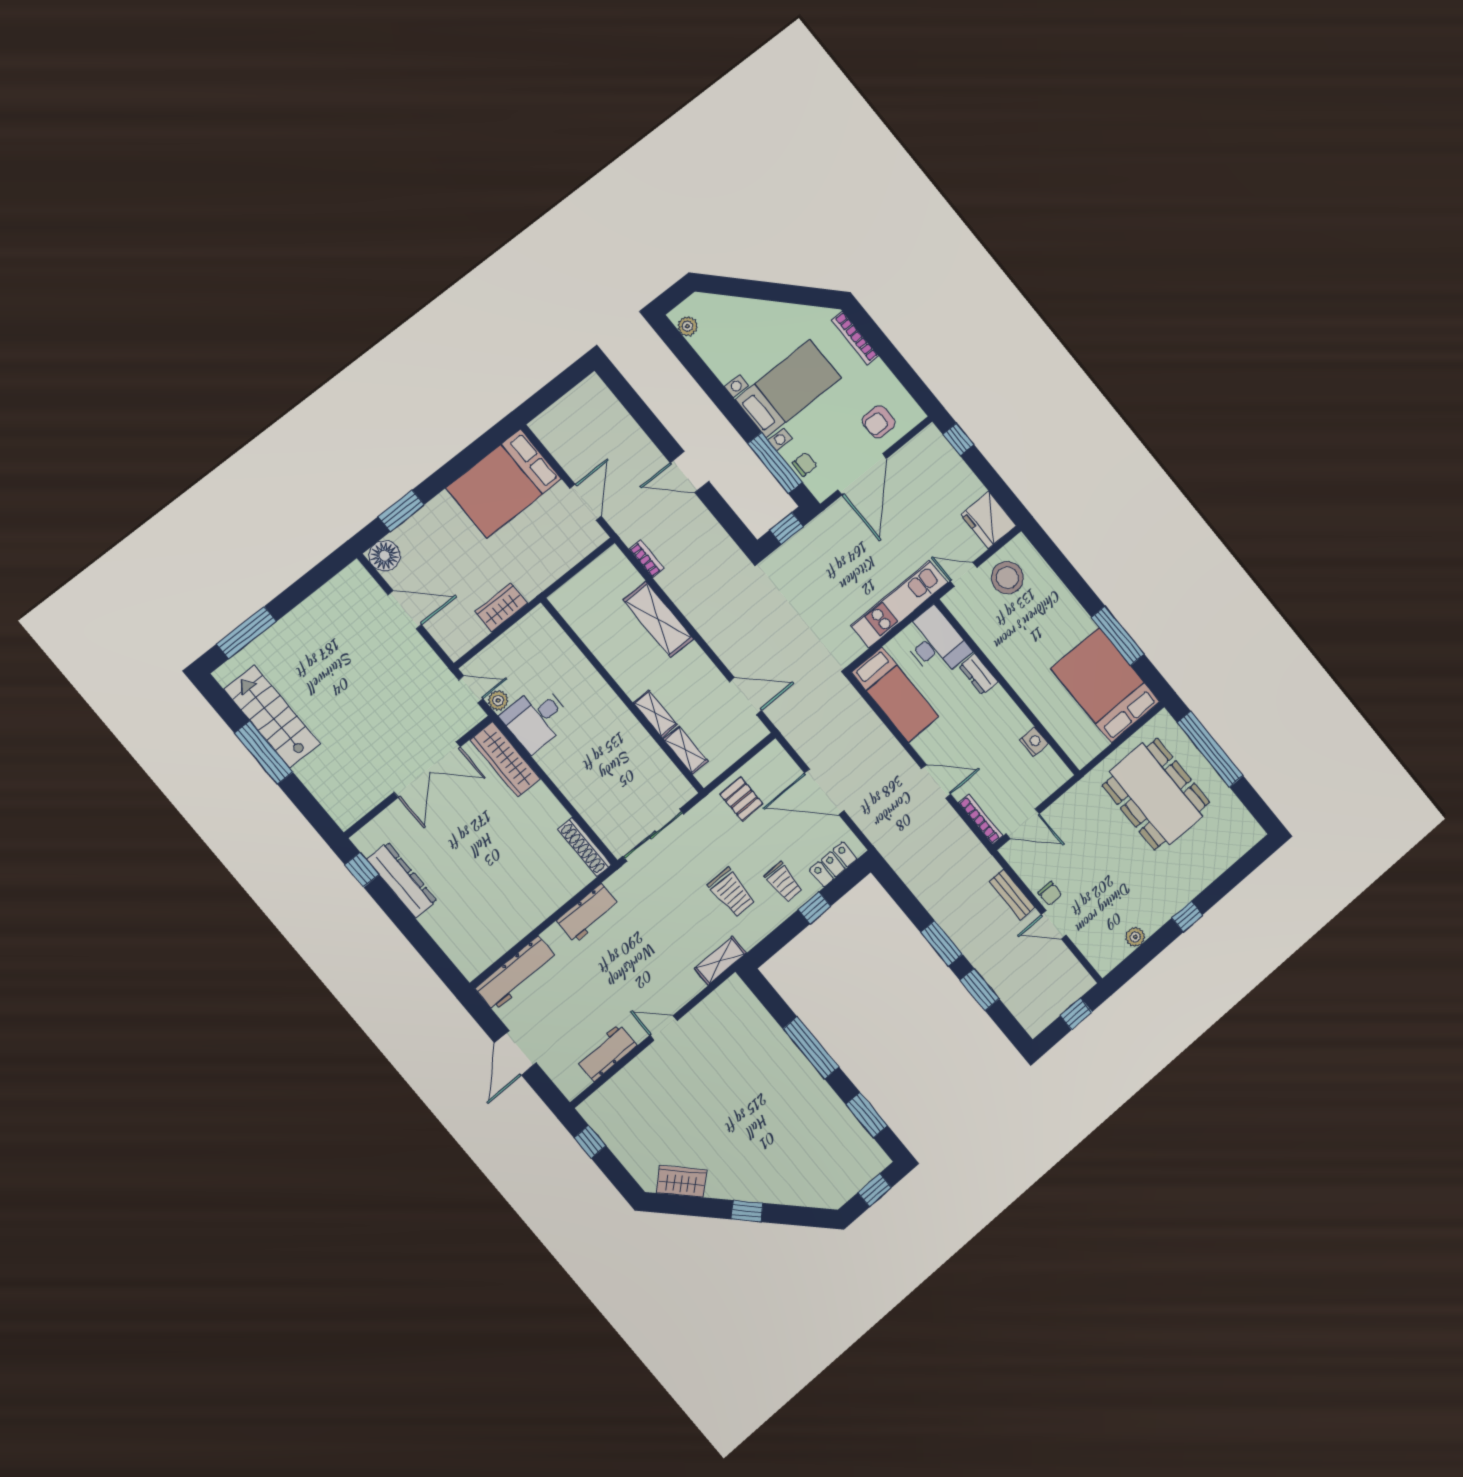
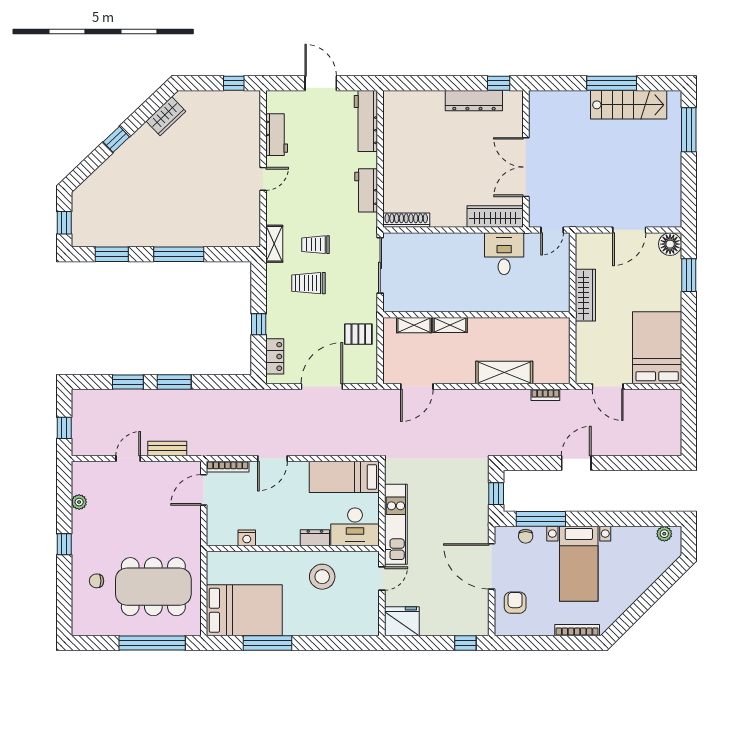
stool: (1007, 578) -> (322, 577), moved
wardrobe: (501, 608) -> (585, 295), width x1.50
plant: (498, 701) -> (533, 240), removed
trolley: (784, 882) -> (315, 245), moved
chair: (1050, 894) -> (97, 581), moved

